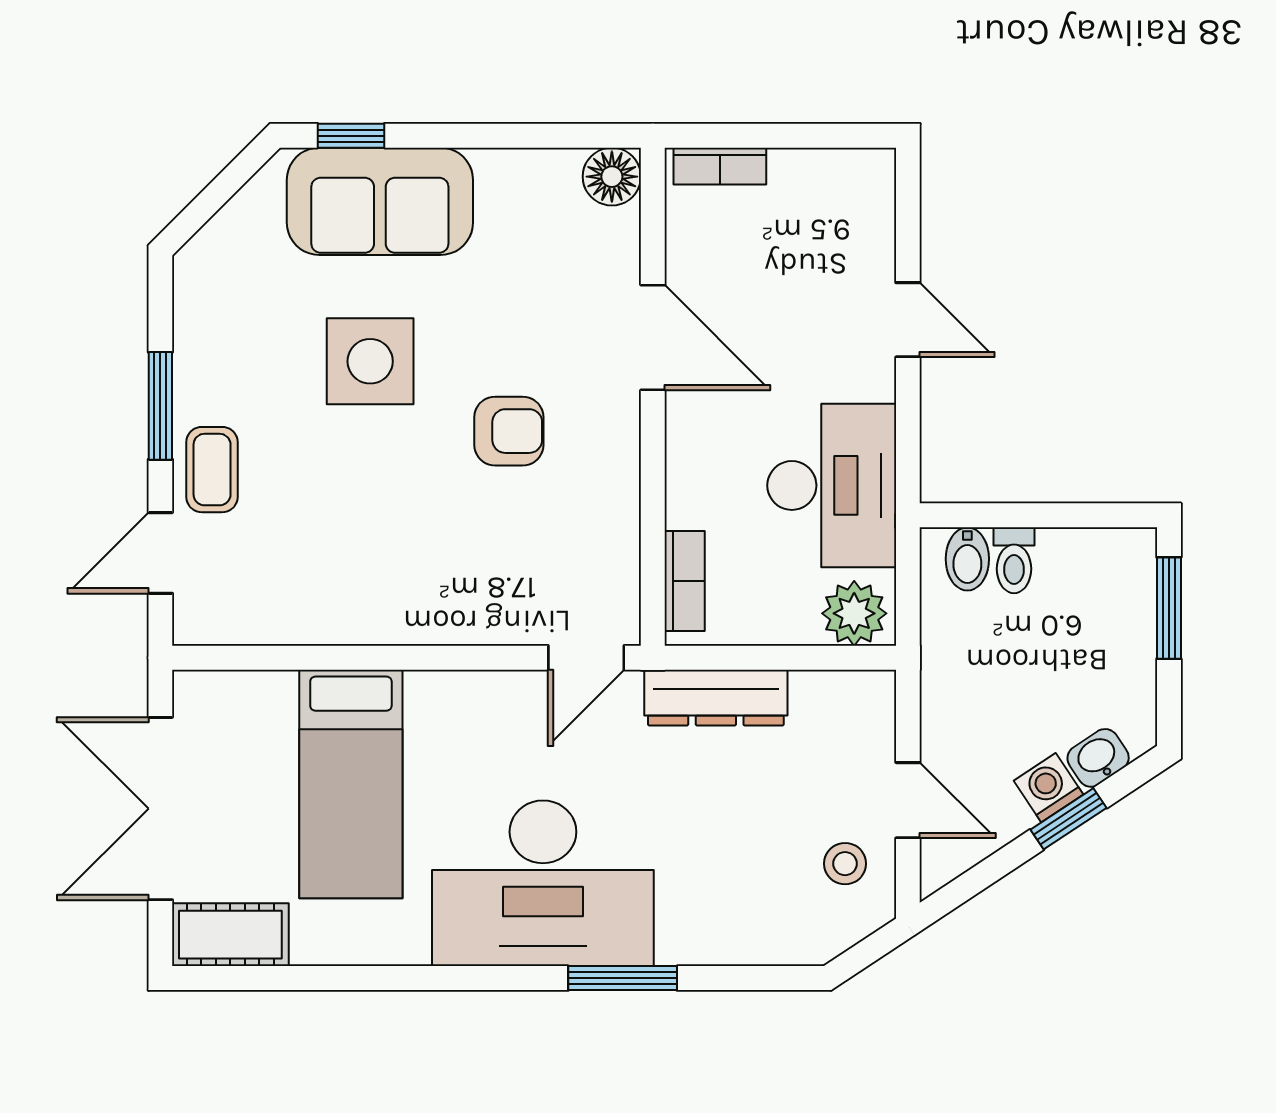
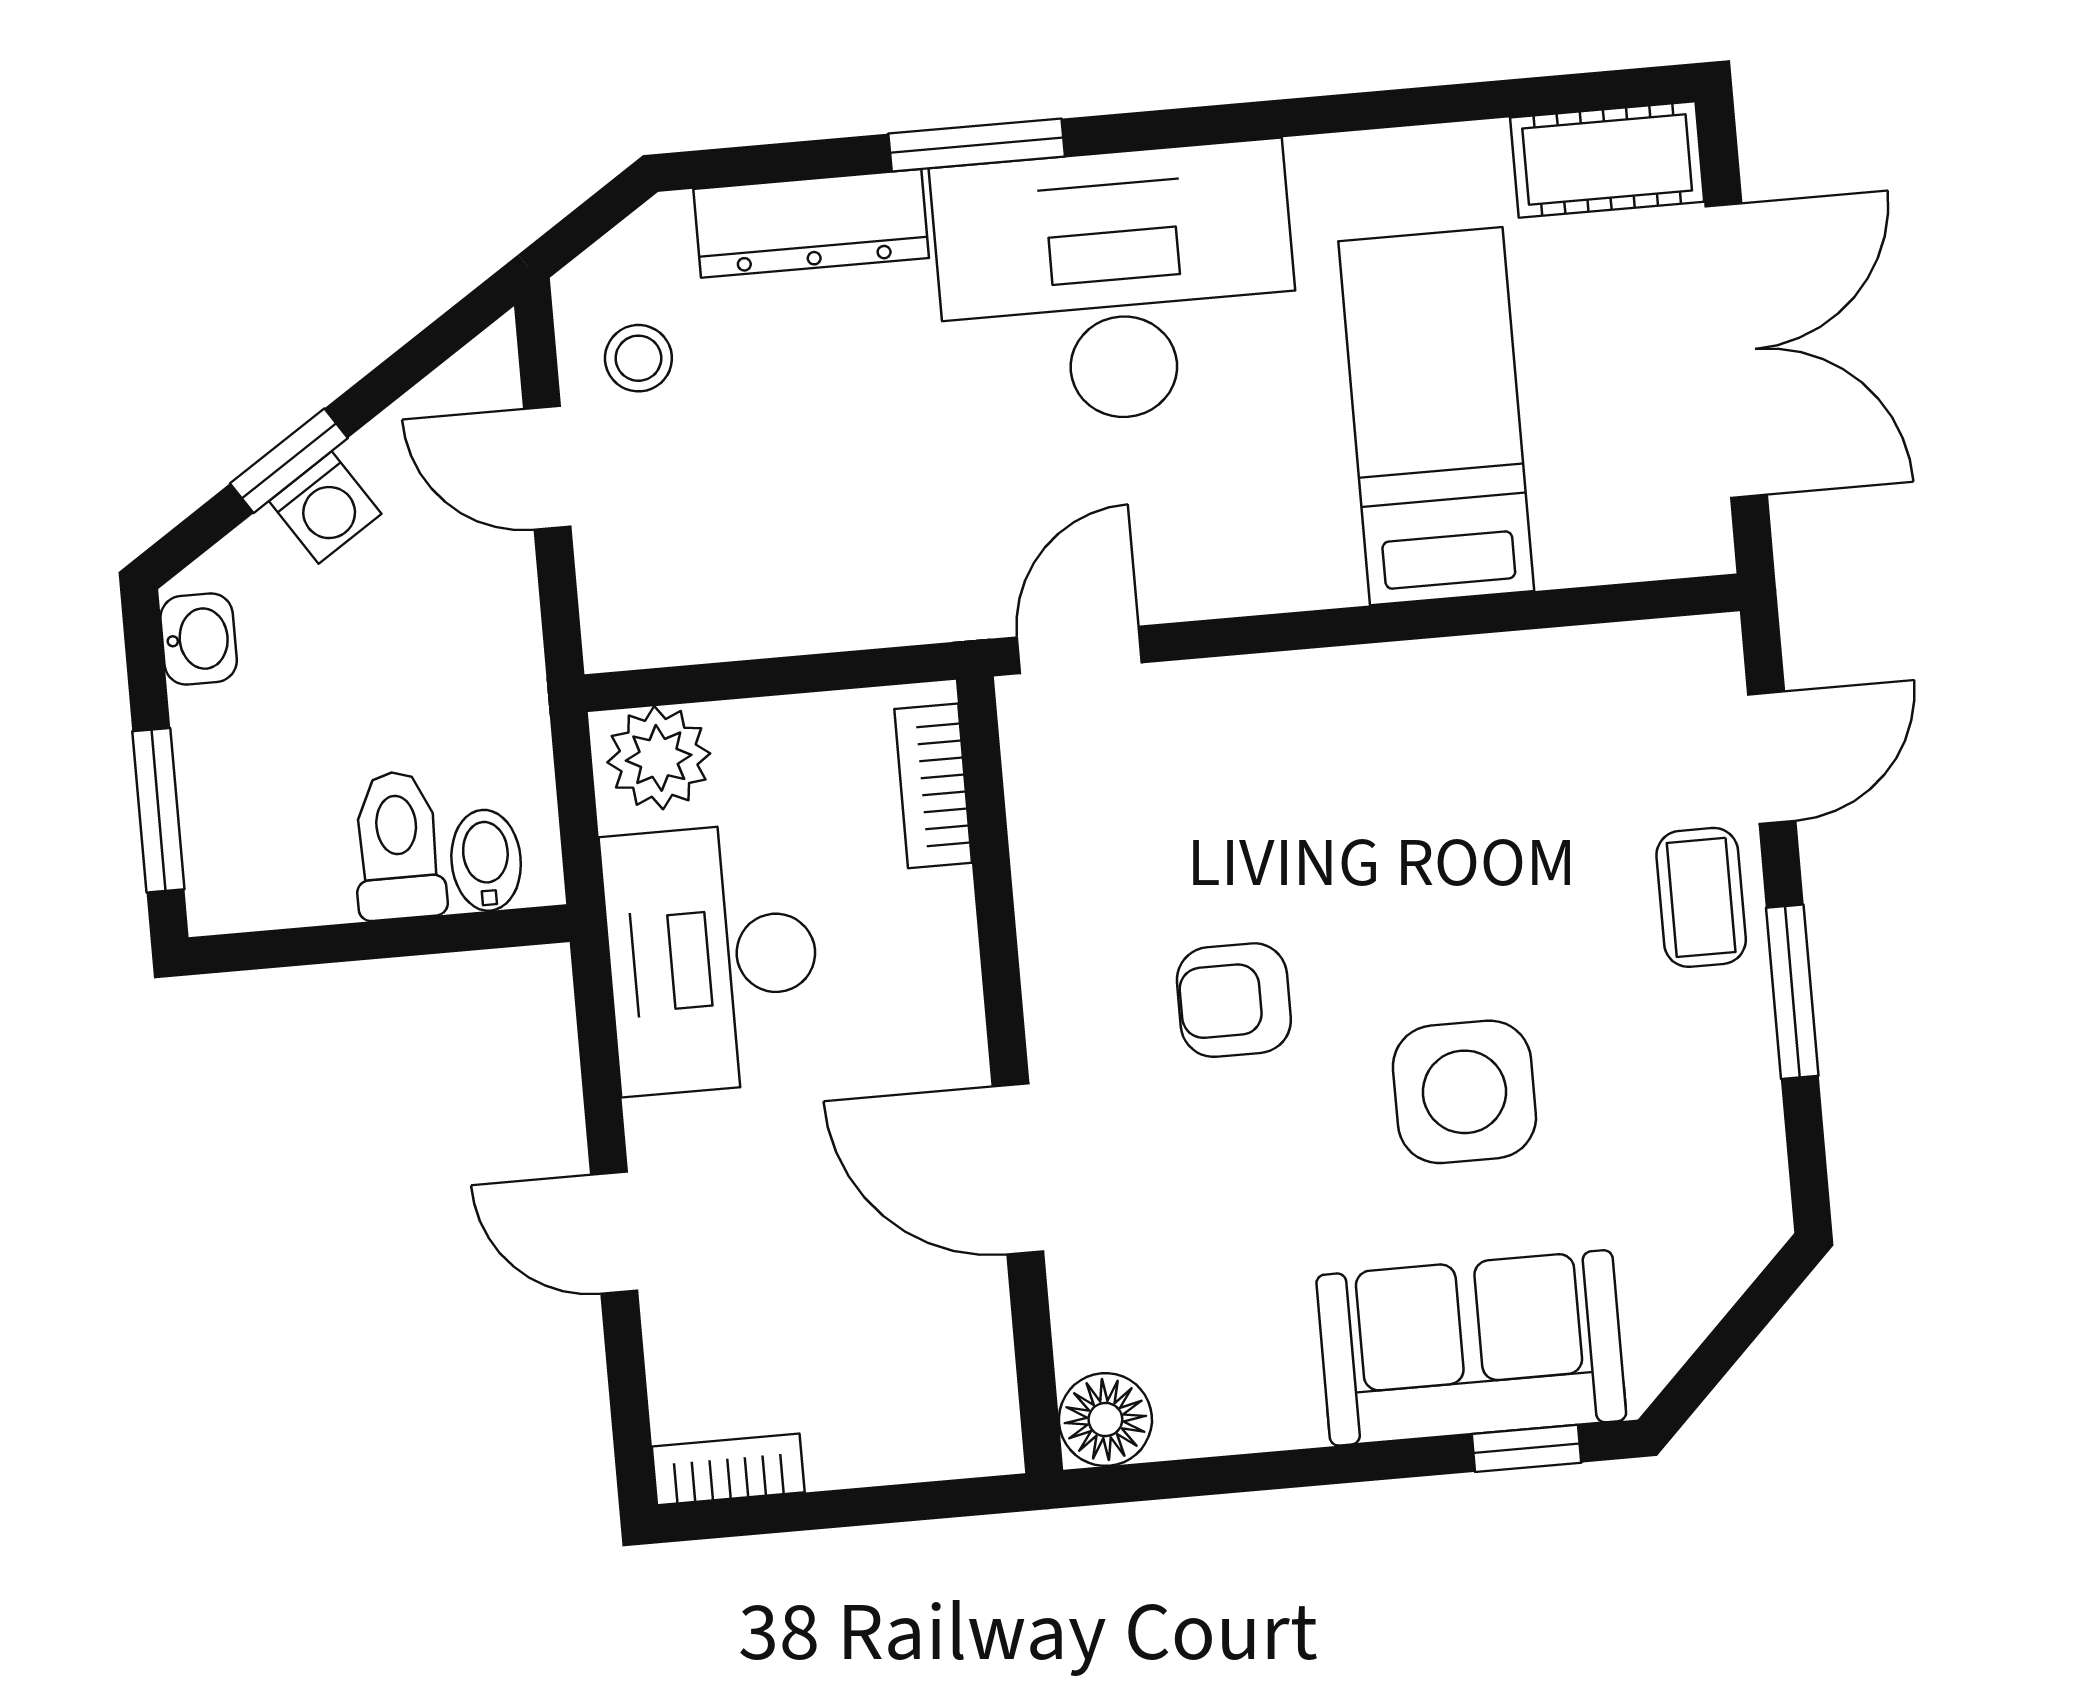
bookcase: (720, 166) -> (728, 1469), moved
toilet: (1014, 560) -> (398, 845), width x1.37, depth x1.39
dresser: (716, 698) -> (811, 223), moved, turned 180
washbasin: (1098, 758) -> (199, 639), moved, turned -57

